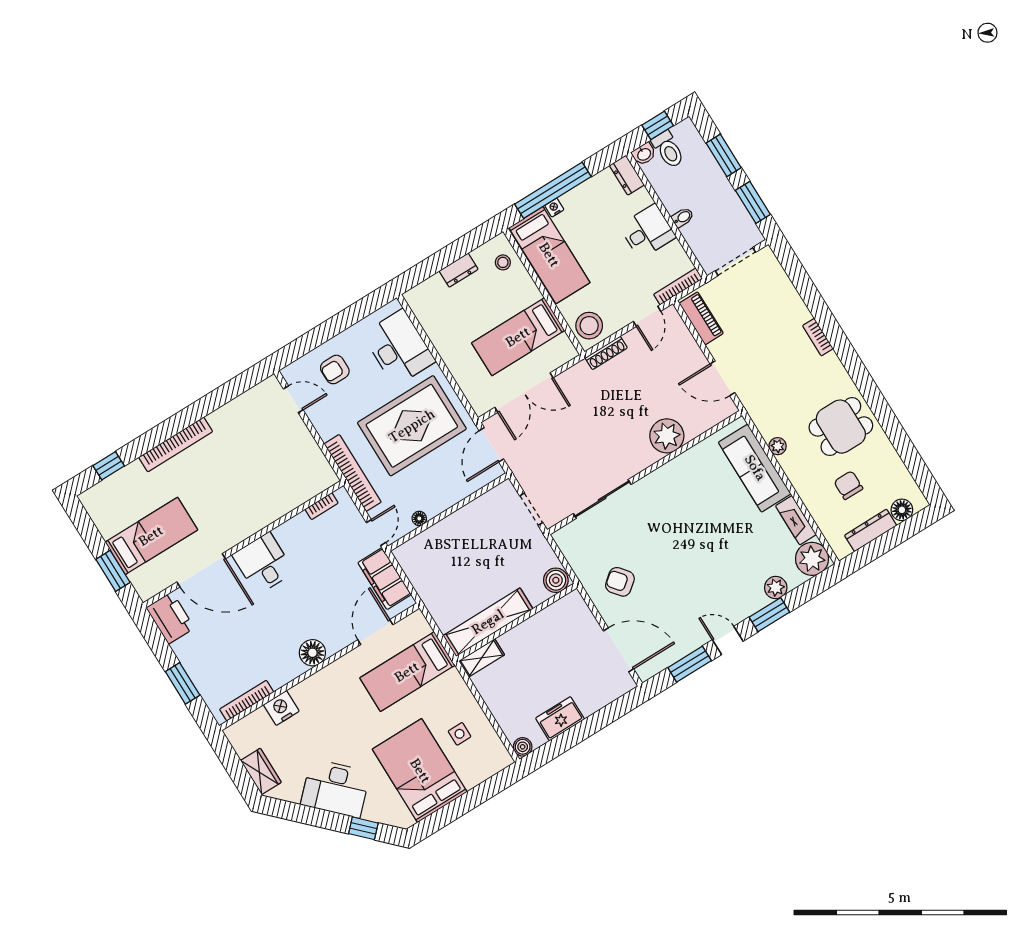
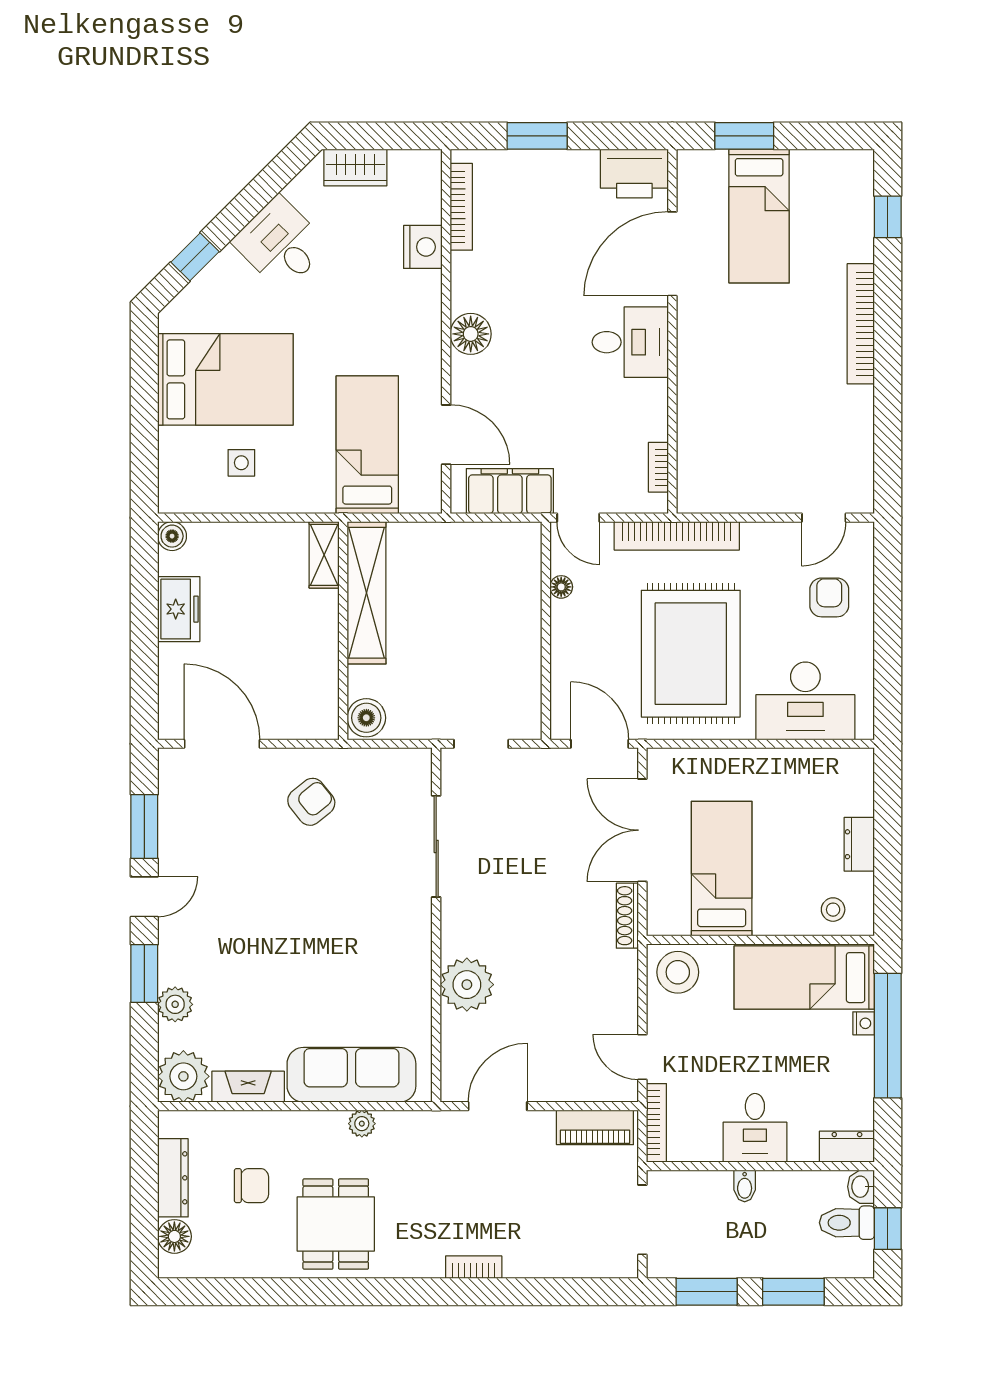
shoe rack: (606, 353) -> (627, 916), moved
door: (619, 650) -> (222, 744), swing flipped
desk: (336, 788) -> (280, 244), width x0.73

